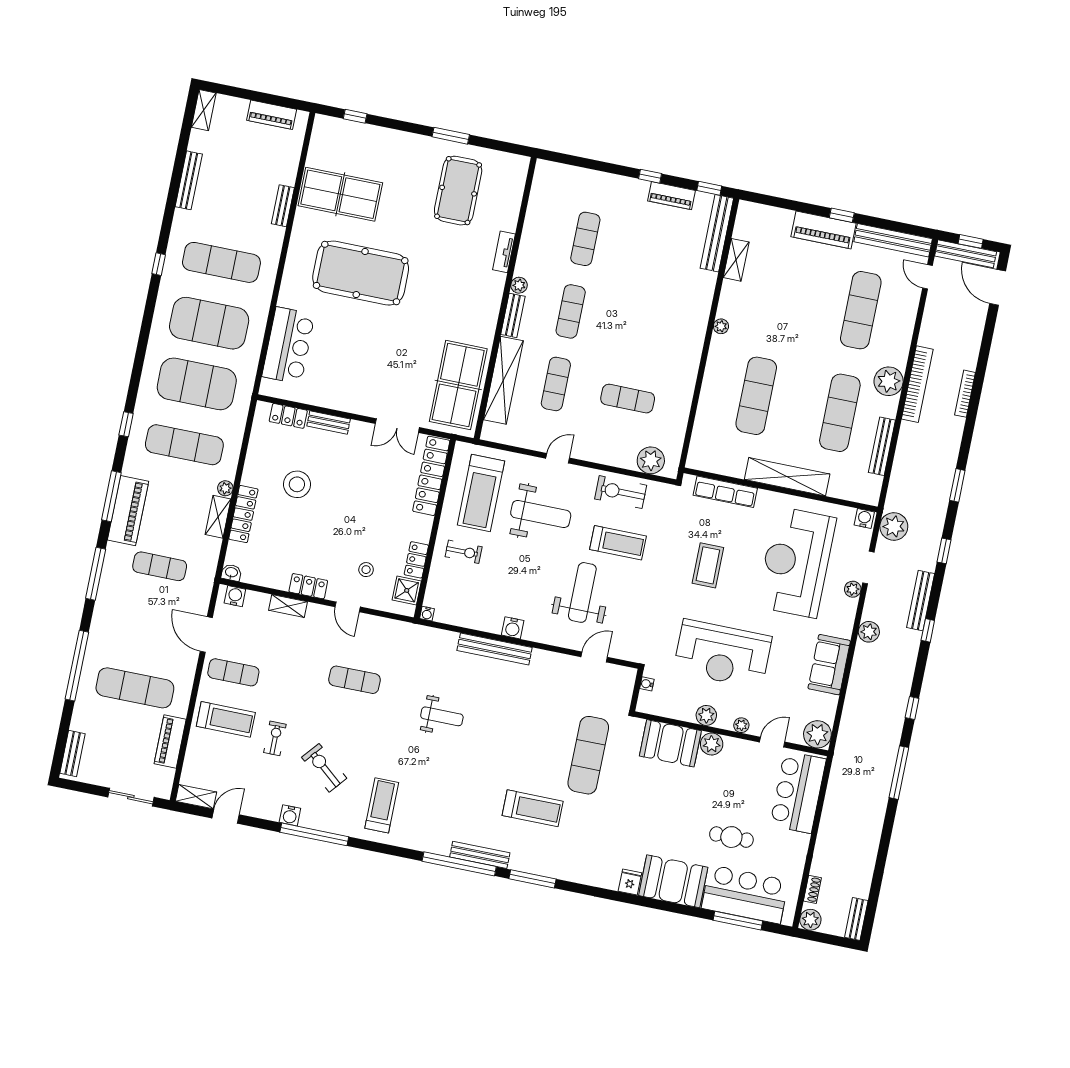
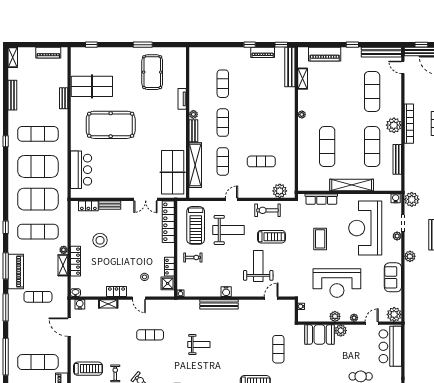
piano: (823, 230) -> (325, 54), moved
exercise mat: (233, 672) -> (87, 344), removed
exercise mat: (588, 755) -> (278, 349), width x0.73, depth x0.69

